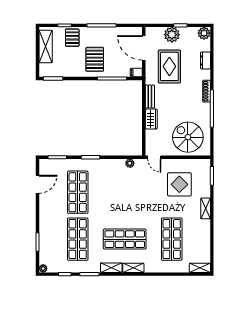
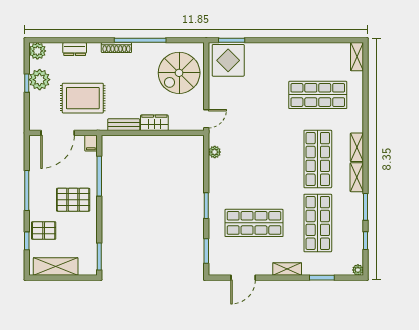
plant: (172, 35) -> (40, 80), moved
door: (38, 184) -> (243, 278), swing flipped
display table: (179, 184) -> (228, 60), moved
shelving: (206, 208) -> (287, 269), moved
shop shelf: (78, 239) -> (318, 223), turned 90

